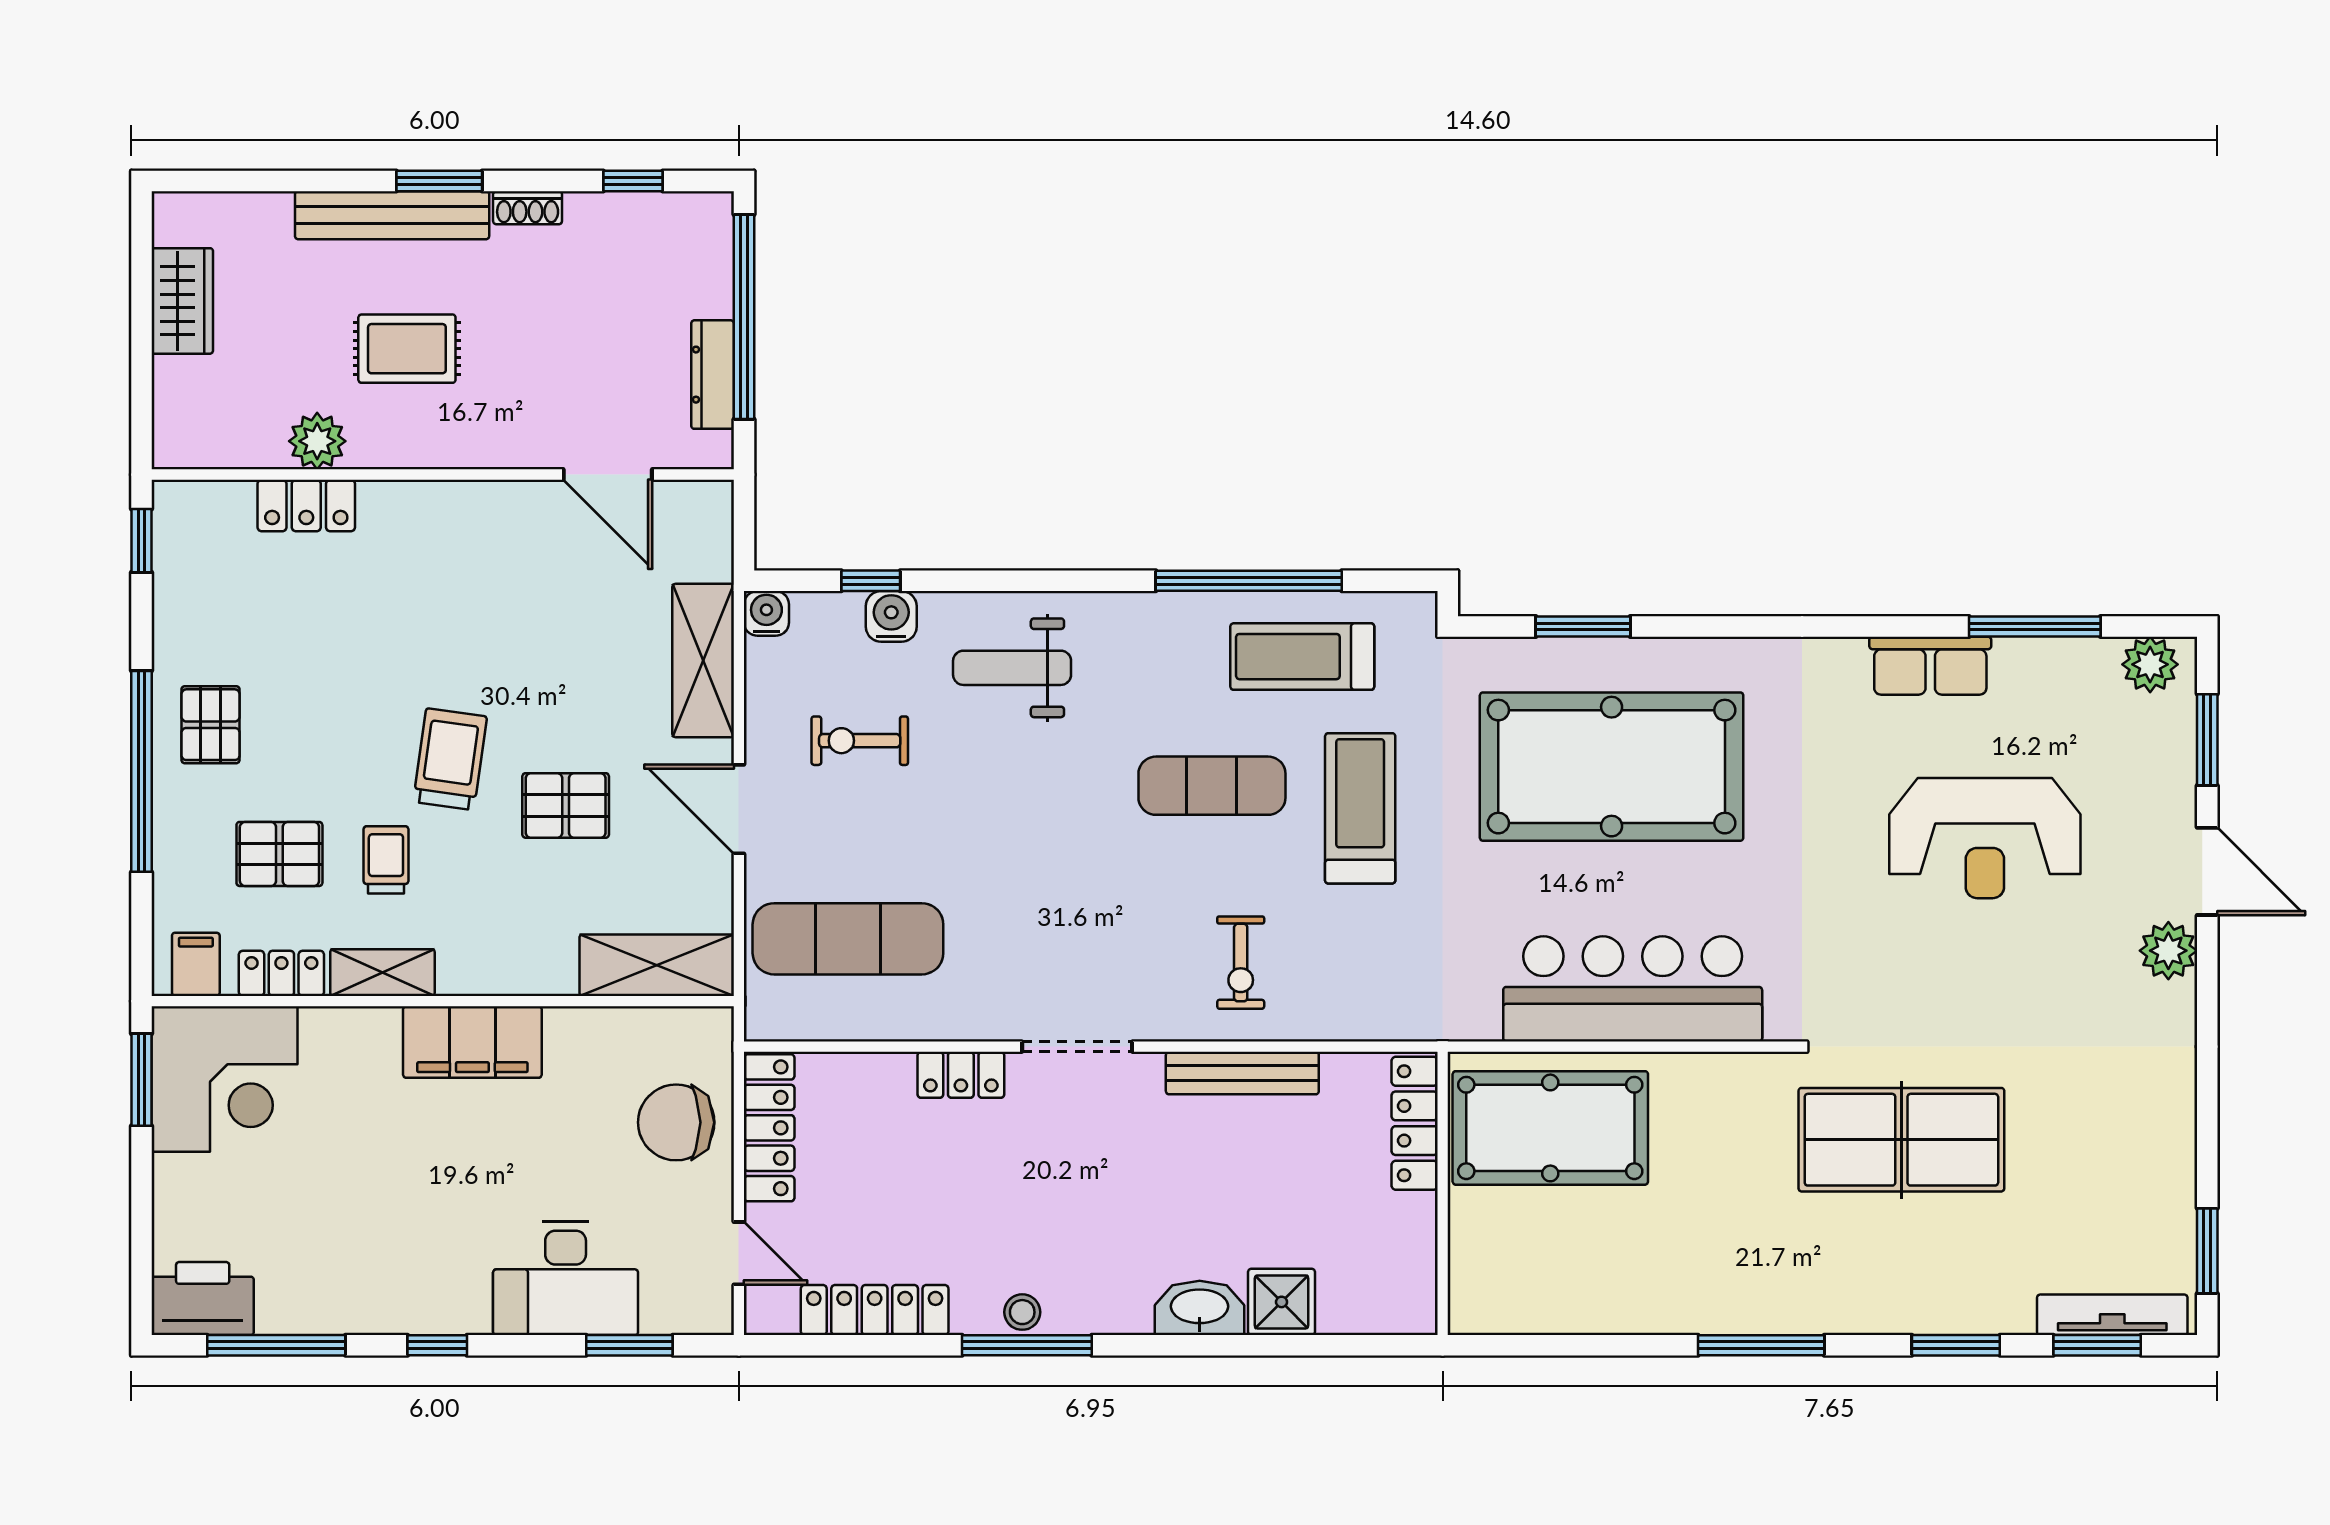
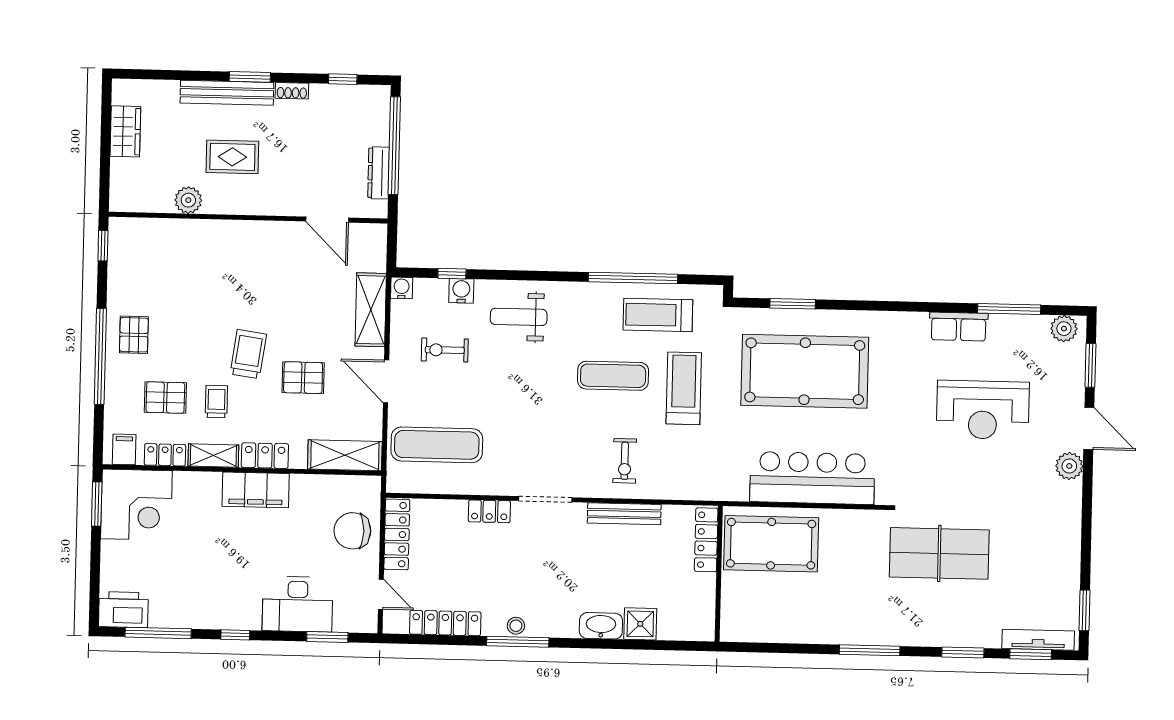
locker: (306, 506) -> (265, 456), moved, turned 180

